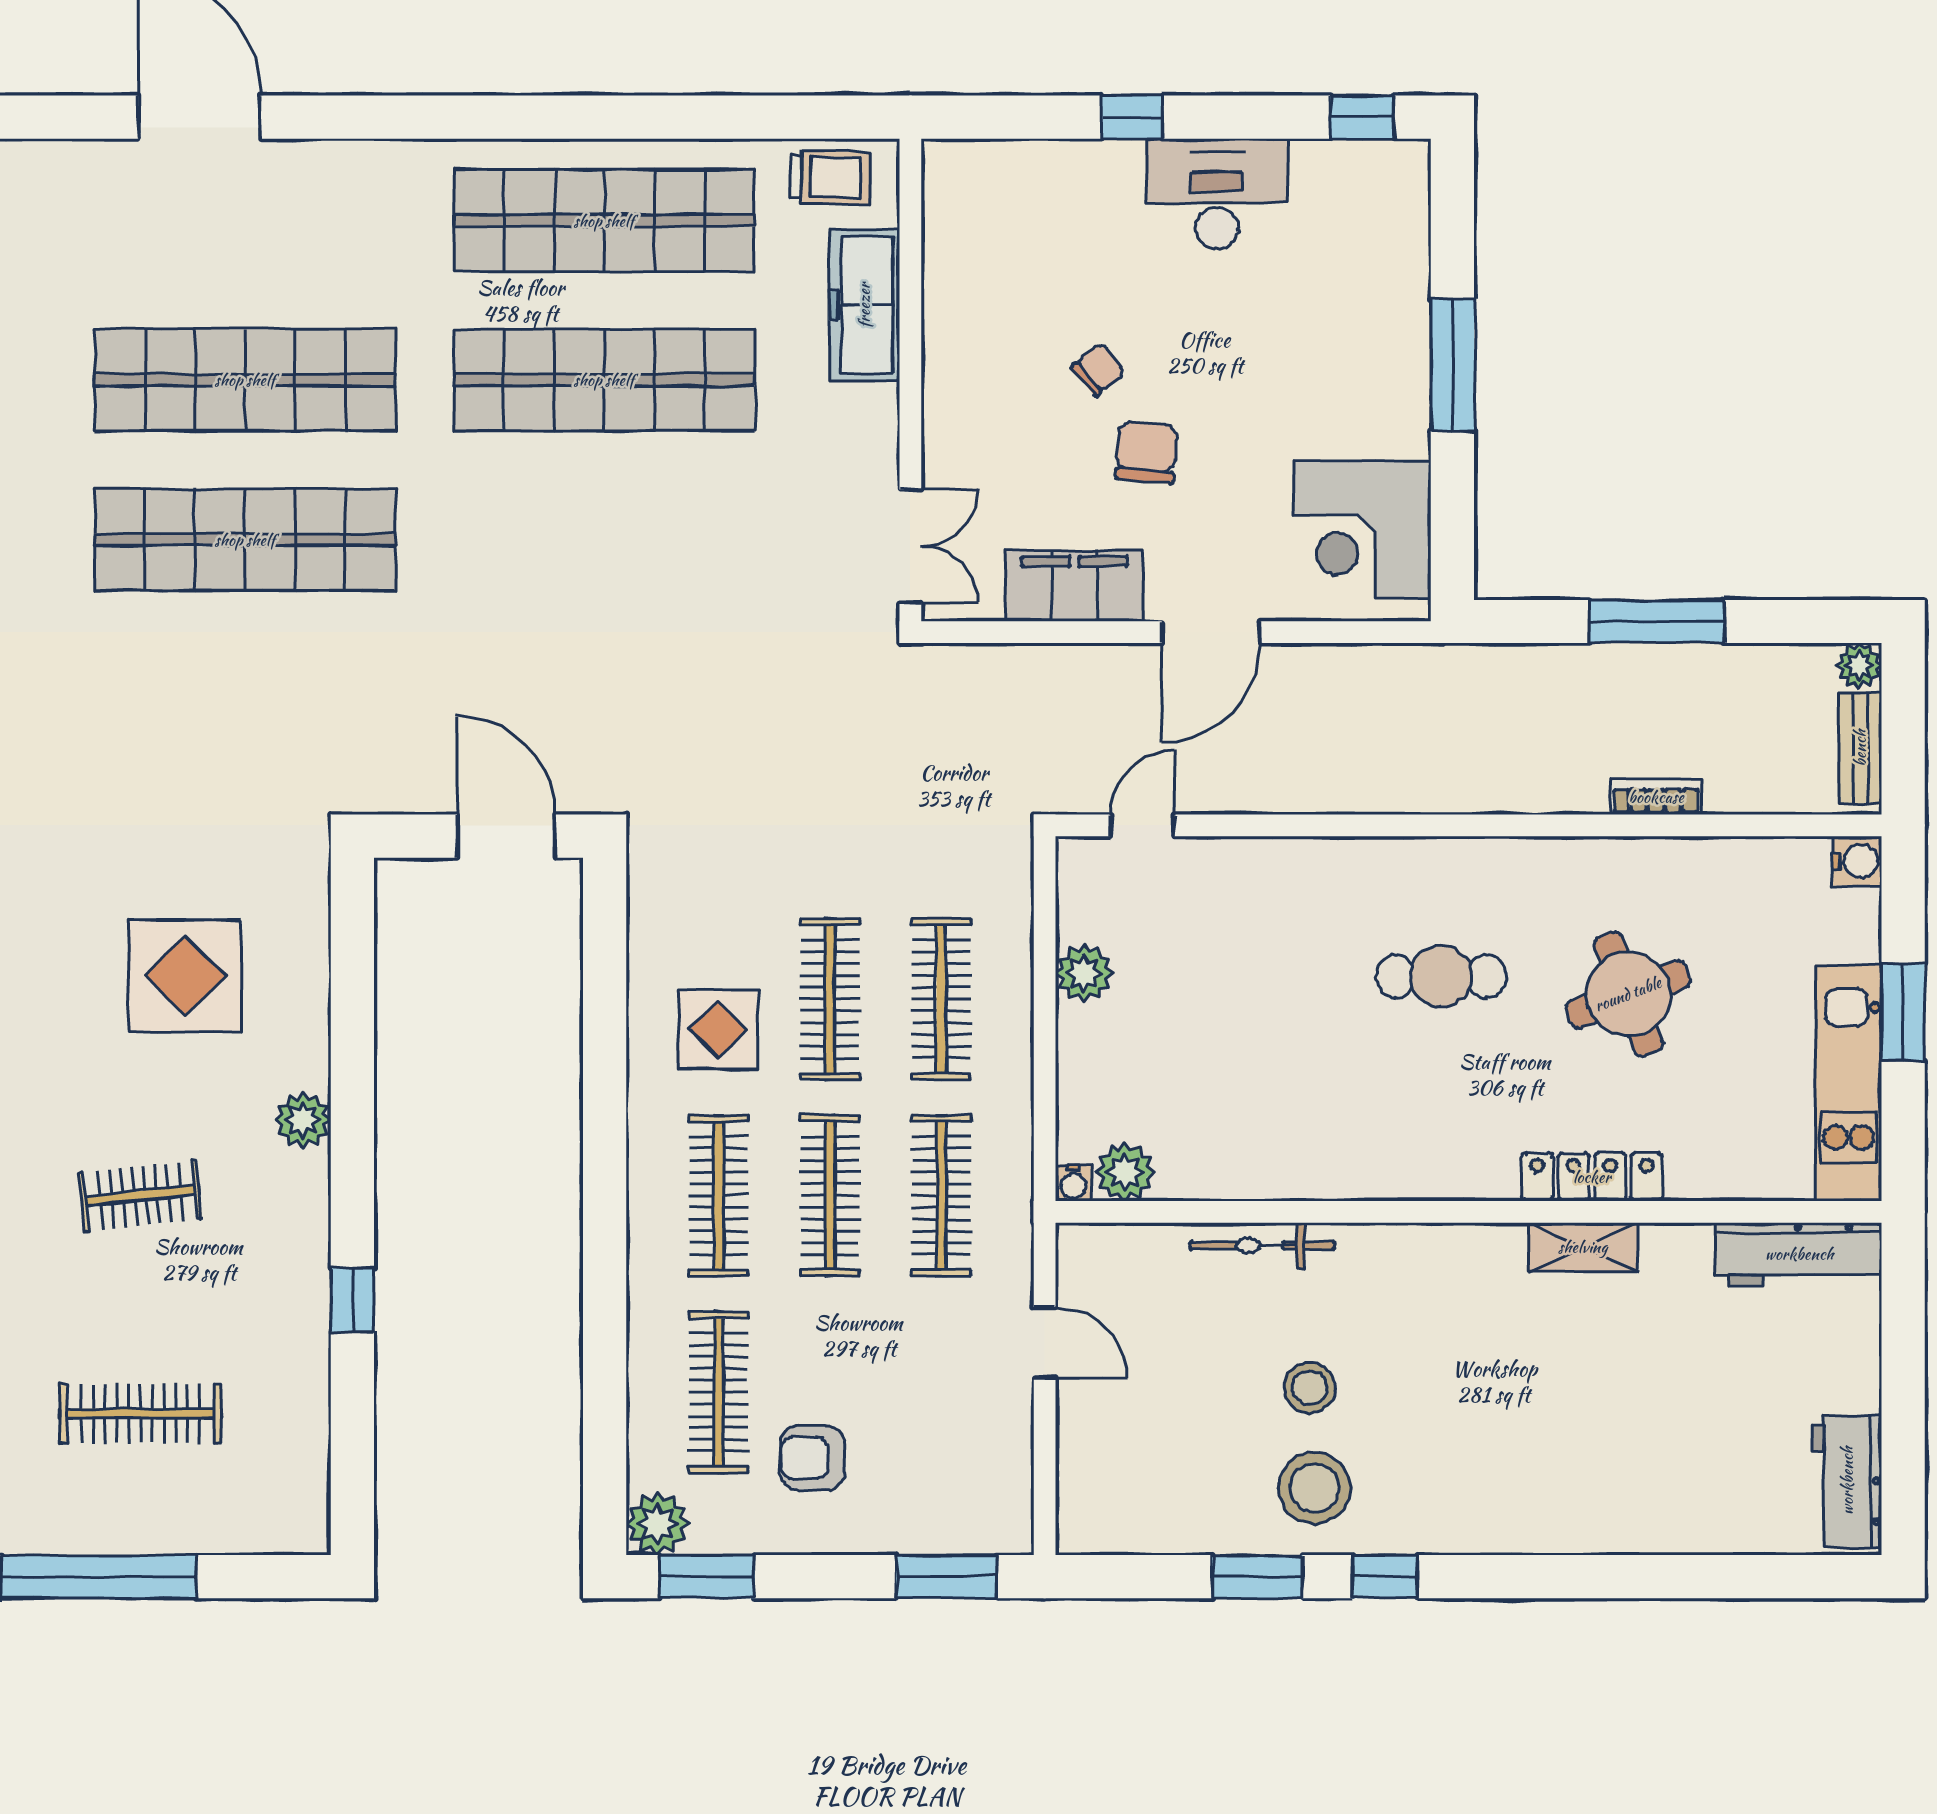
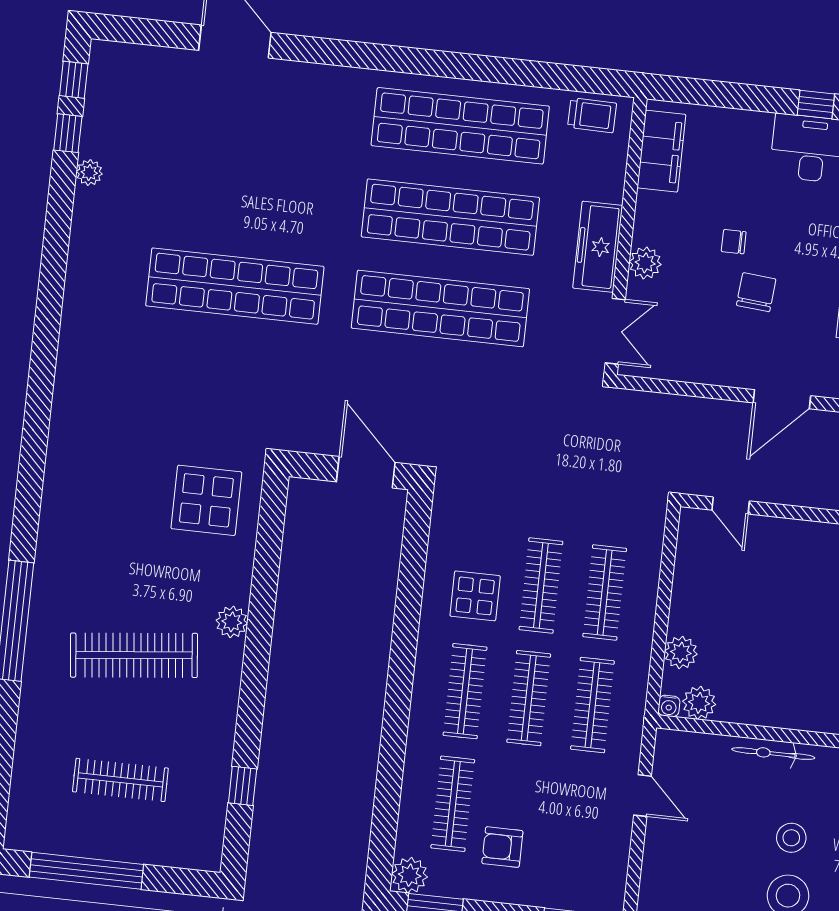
window: (1132, 117) -> (816, 105), moved
freezer: (864, 305) -> (598, 247), moved
chair: (1098, 369) -> (734, 242), turned -141
shop shelf: (245, 380) -> (440, 308), moved
plant: (949, 423) -> (645, 263), added
filing cabinet: (1074, 586) -> (661, 151), moved, turned 90
door: (1142, 825) -> (731, 506), swing flipped
plant: (1084, 973) -> (681, 652), moved
display table: (185, 976) -> (206, 500), moved
clothes rail: (140, 1196) -> (134, 655), width x1.86, depth x1.31
window: (352, 1300) -> (243, 786), moved

